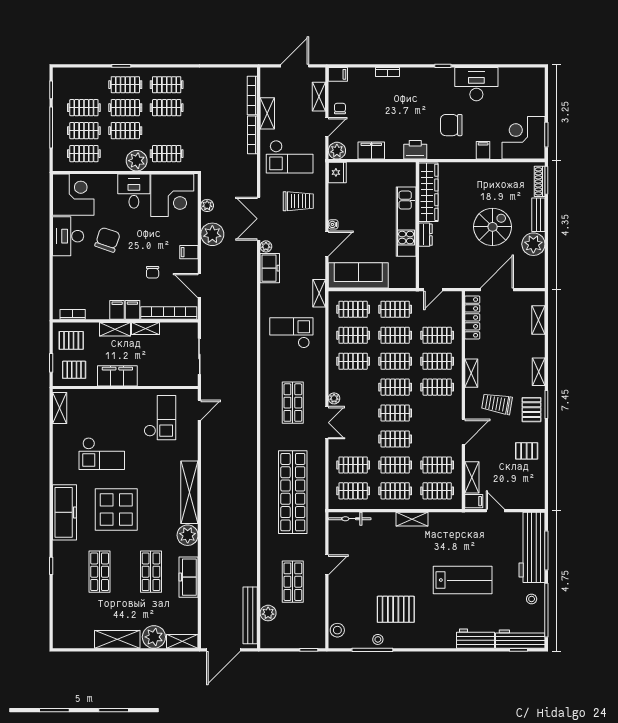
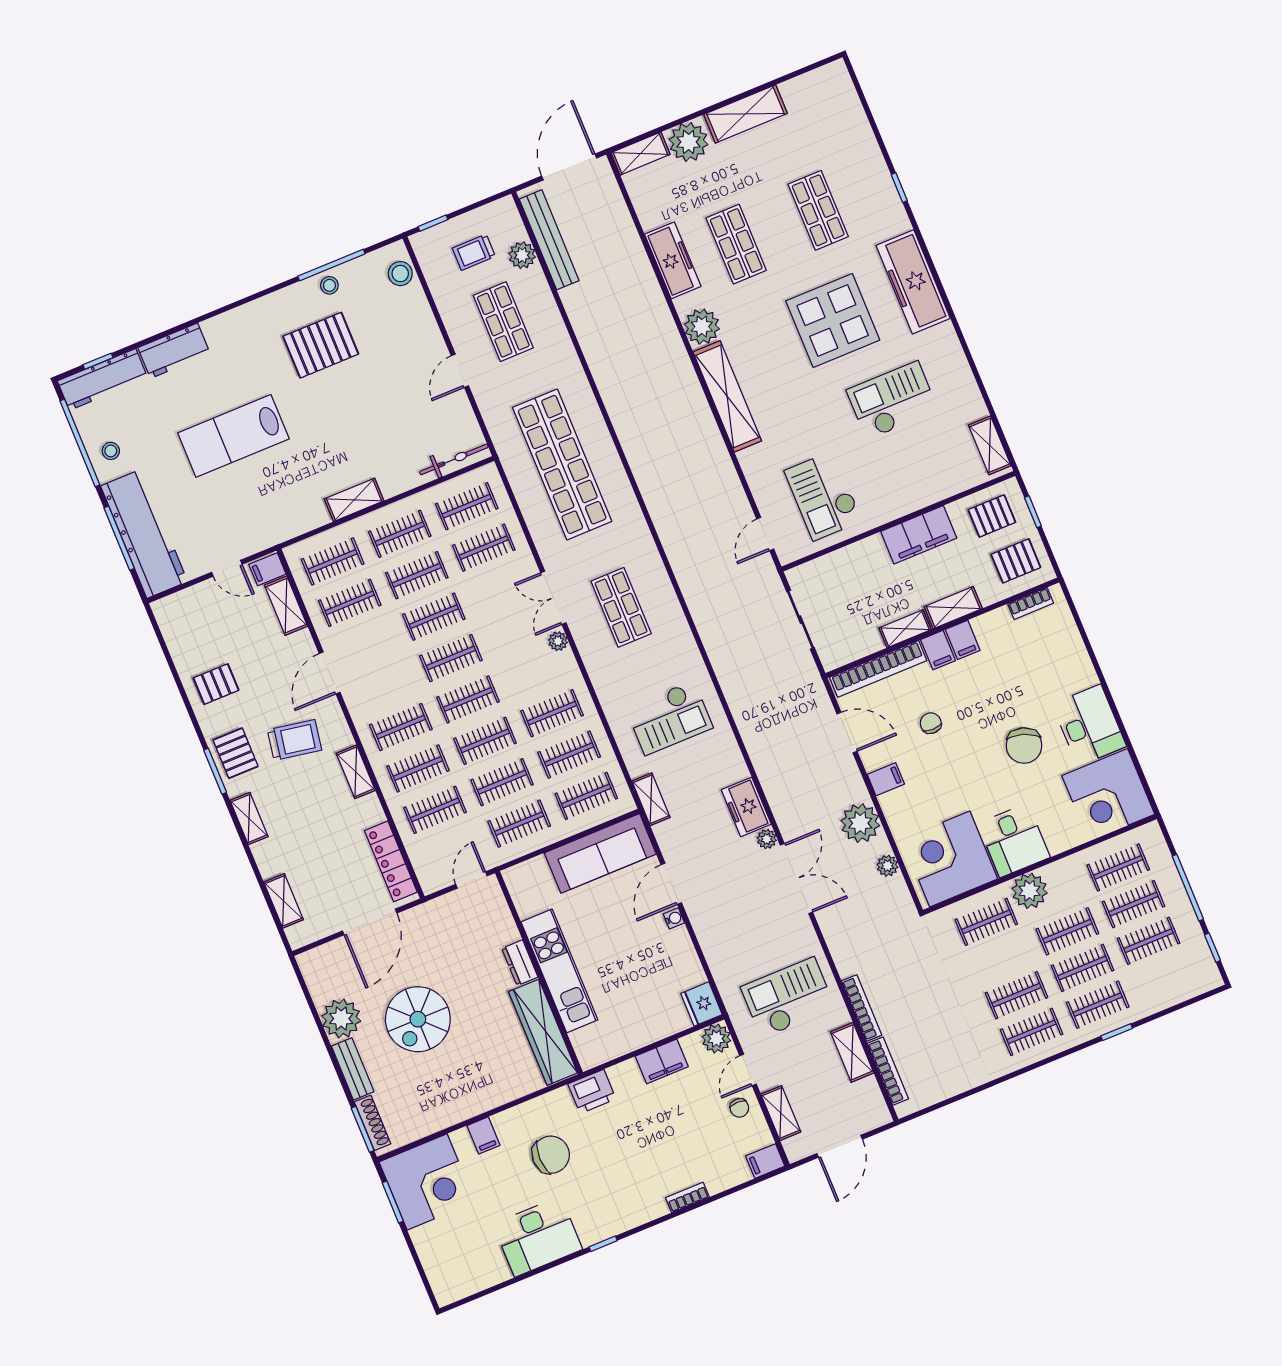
trolley: (298, 201) -> (474, 252), moved, width x0.73, depth x0.72

